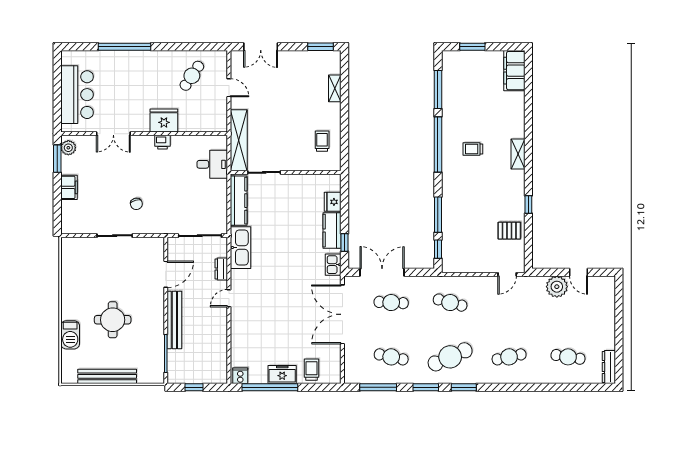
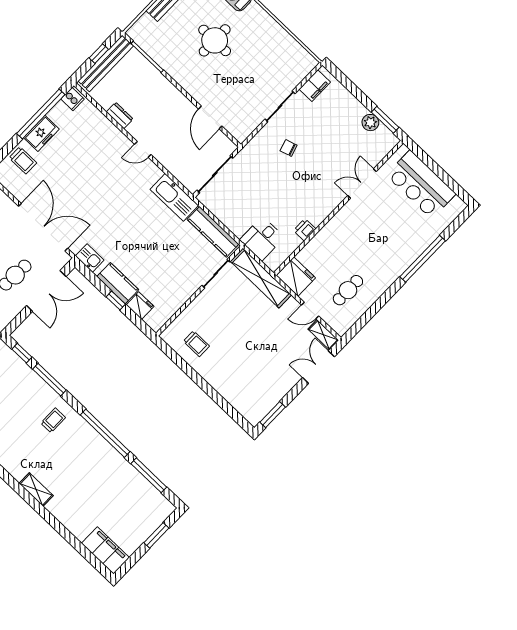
cafe table: (192, 76) -> (348, 290), turned 56
shelving: (335, 88) -> (323, 335), moved
fridge: (164, 121) -> (296, 277), moved, turned -90
printer: (163, 142) -> (305, 230), moved
plant: (68, 148) -> (370, 123), moved
trolley: (473, 149) -> (53, 420), moved
filing cabinet: (69, 187) -> (315, 86), moved, turned -90
window: (345, 243) -> (116, 300), moved
dresser: (221, 269) -> (120, 115), moved
door: (229, 298) -> (143, 149), swing flipped
bench: (174, 320) -> (106, 63), moved, turned 90

